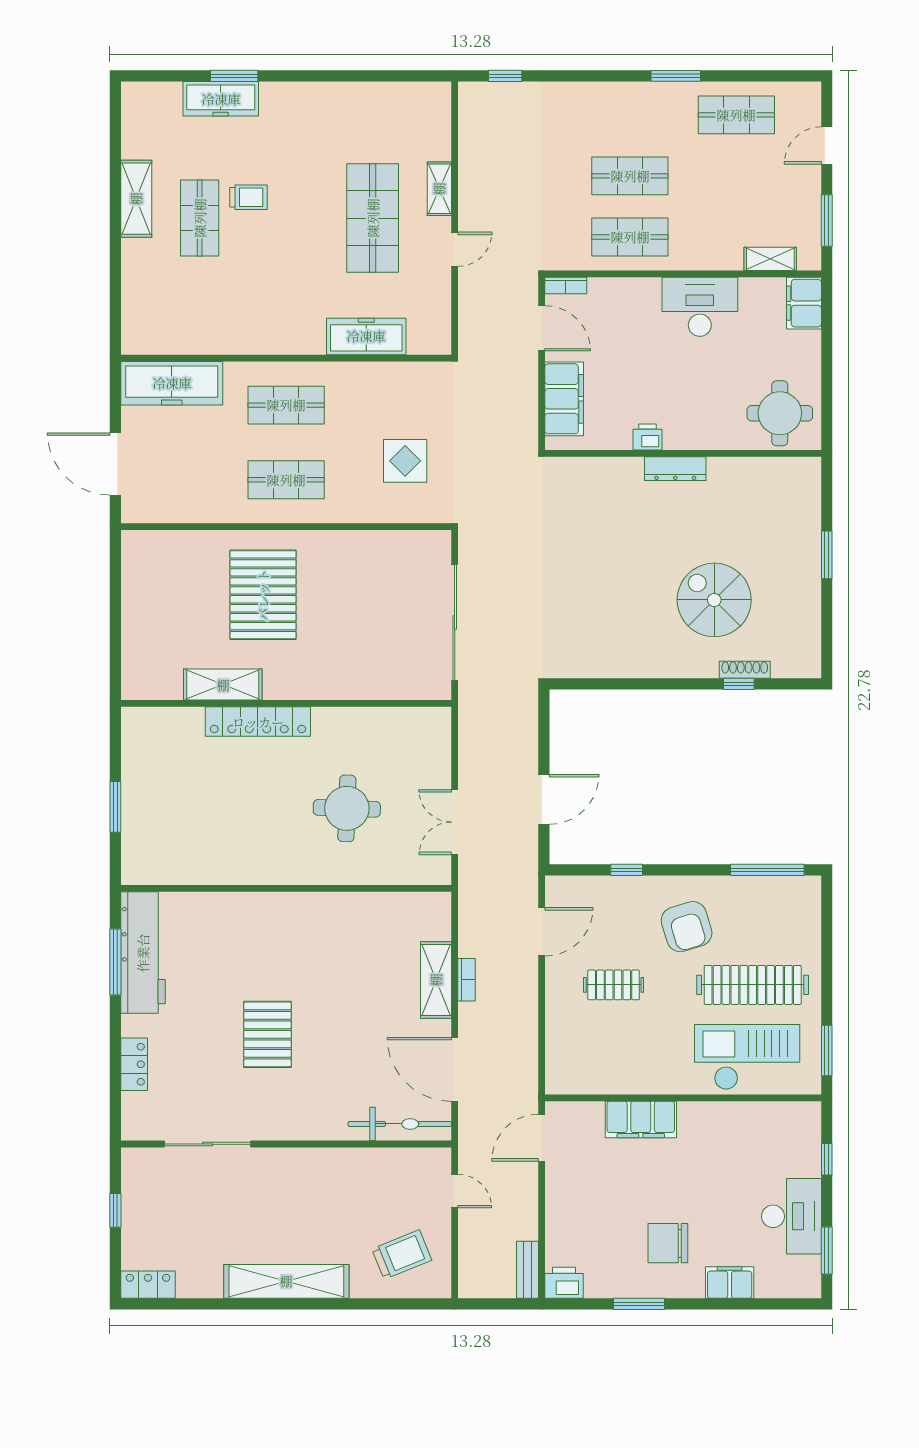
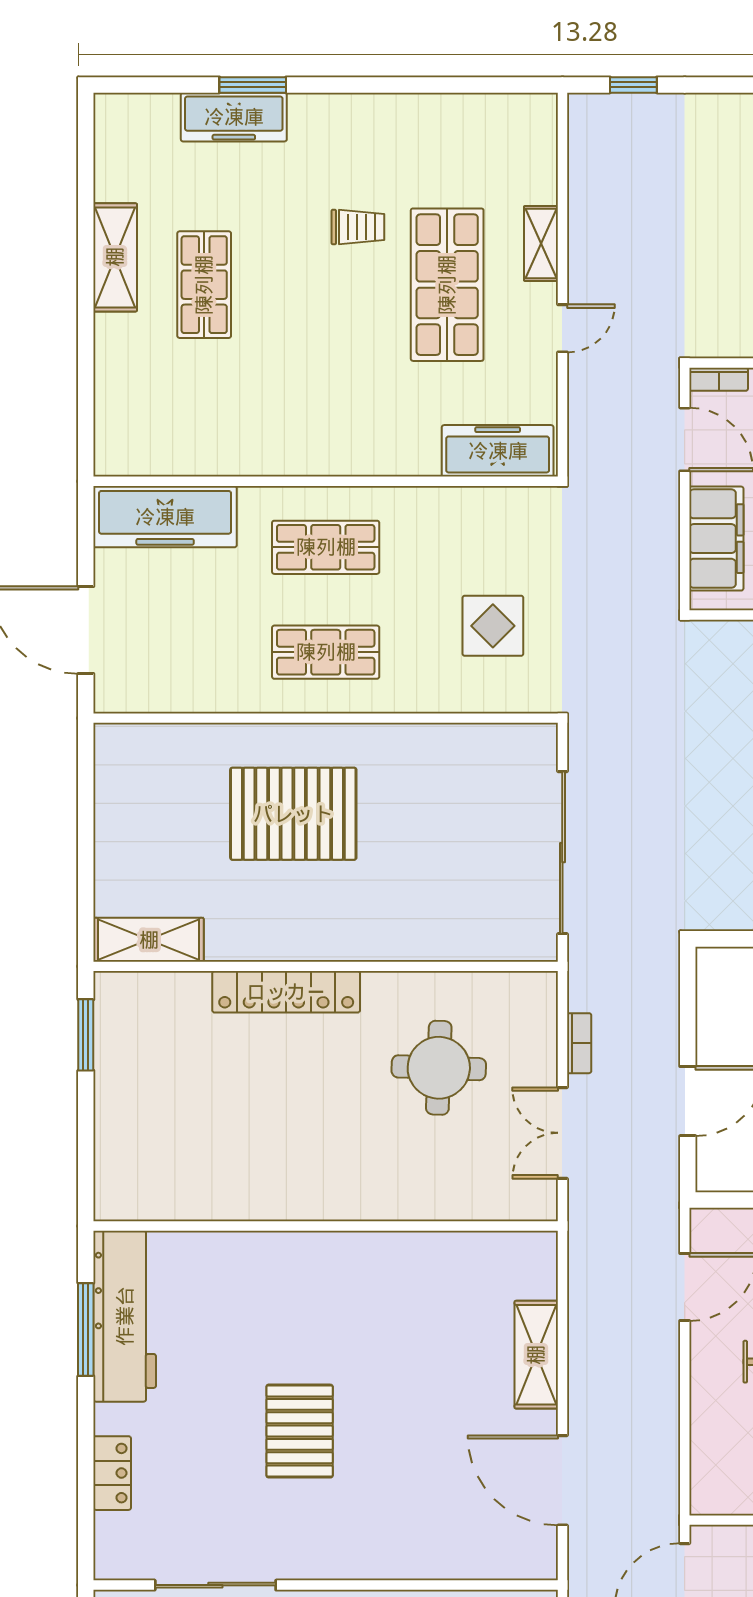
trolley: (248, 197) -> (358, 227), moved
freezer: (366, 336) -> (498, 451), moved
pallet: (263, 595) -> (293, 814), turned 90
shelving: (223, 685) -> (149, 940), moved
window: (115, 807) -> (86, 1035), moved
round table: (347, 808) -> (439, 1068), moved
bookcase: (467, 980) -> (579, 1043), moved
bicycle: (400, 1124) -> (485, 1557), removed

